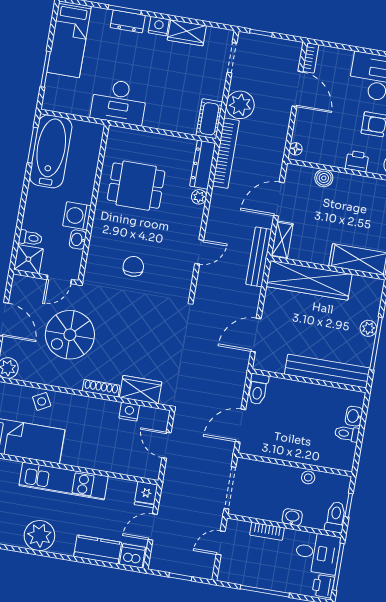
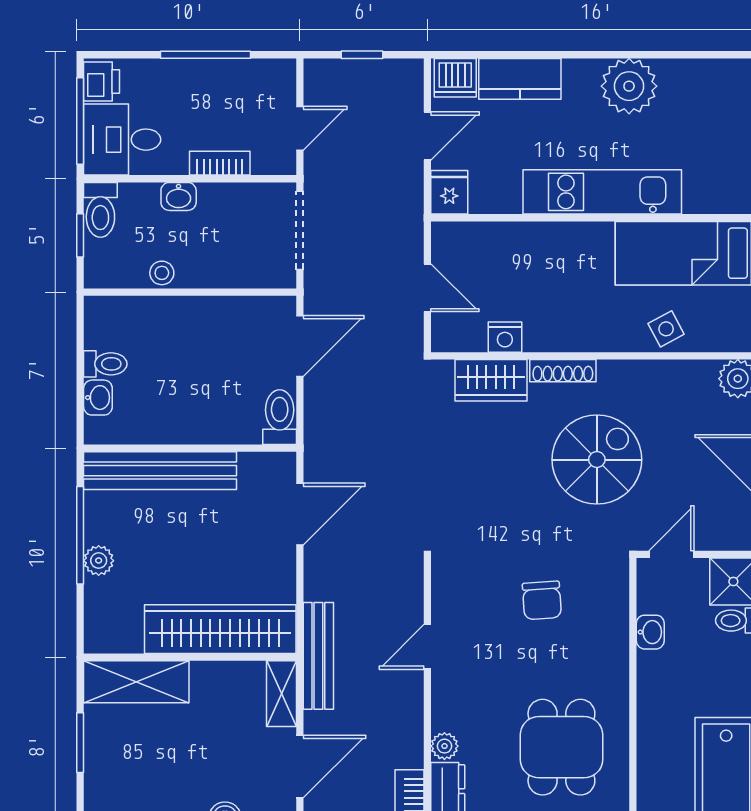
dining table: (136, 186) -> (561, 747), turned 90
washing machine: (77, 216) -> (659, 675), removed
spiral stairs: (70, 335) -> (597, 460), moved

